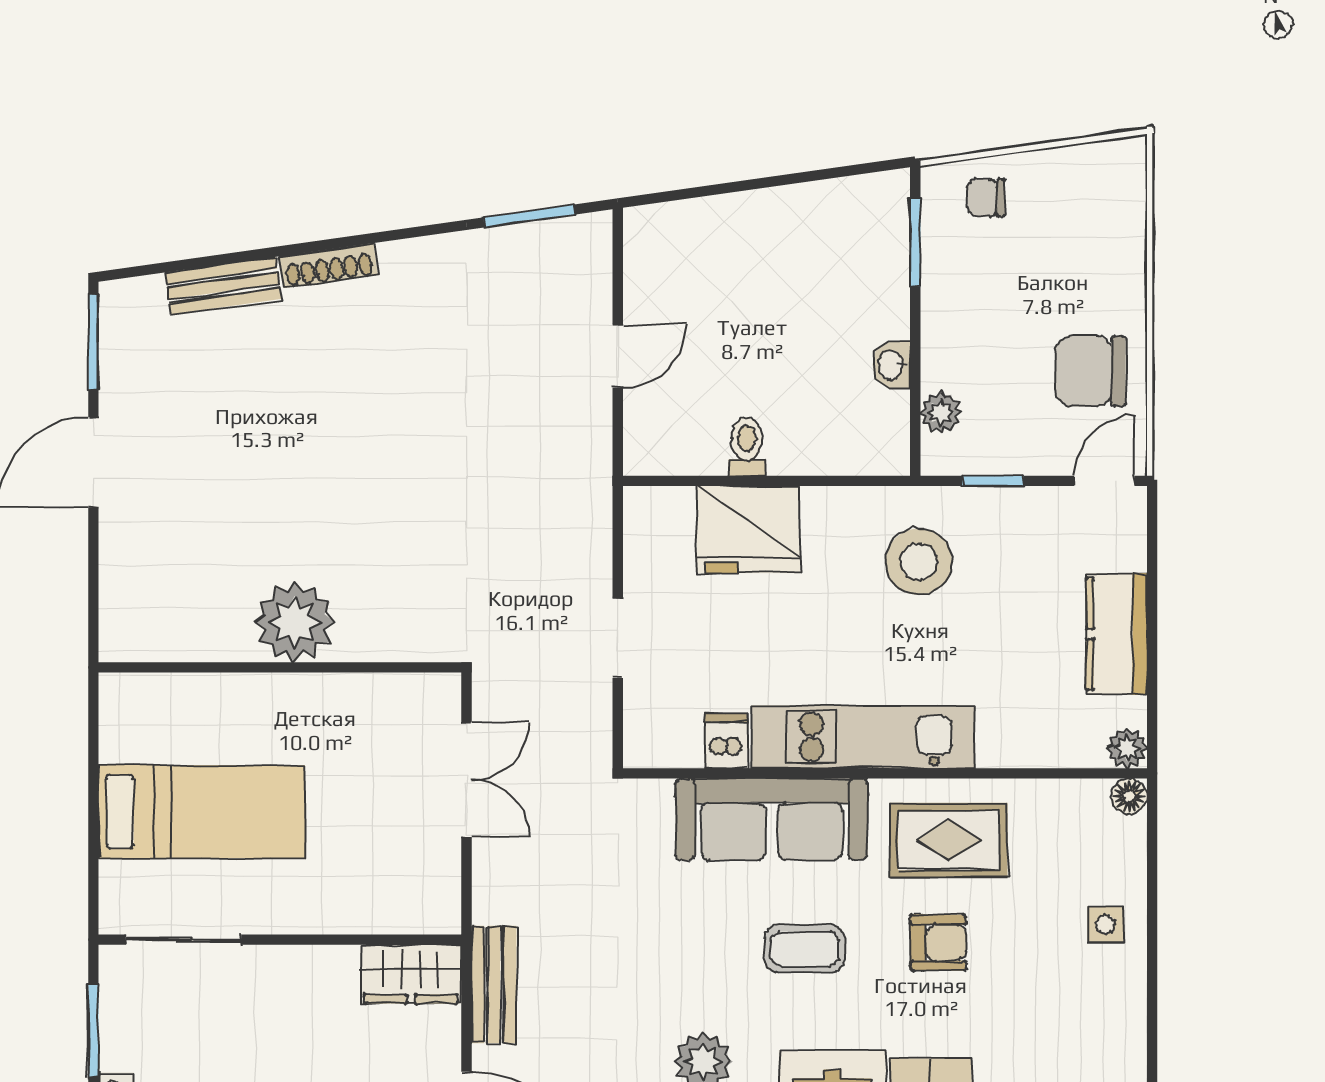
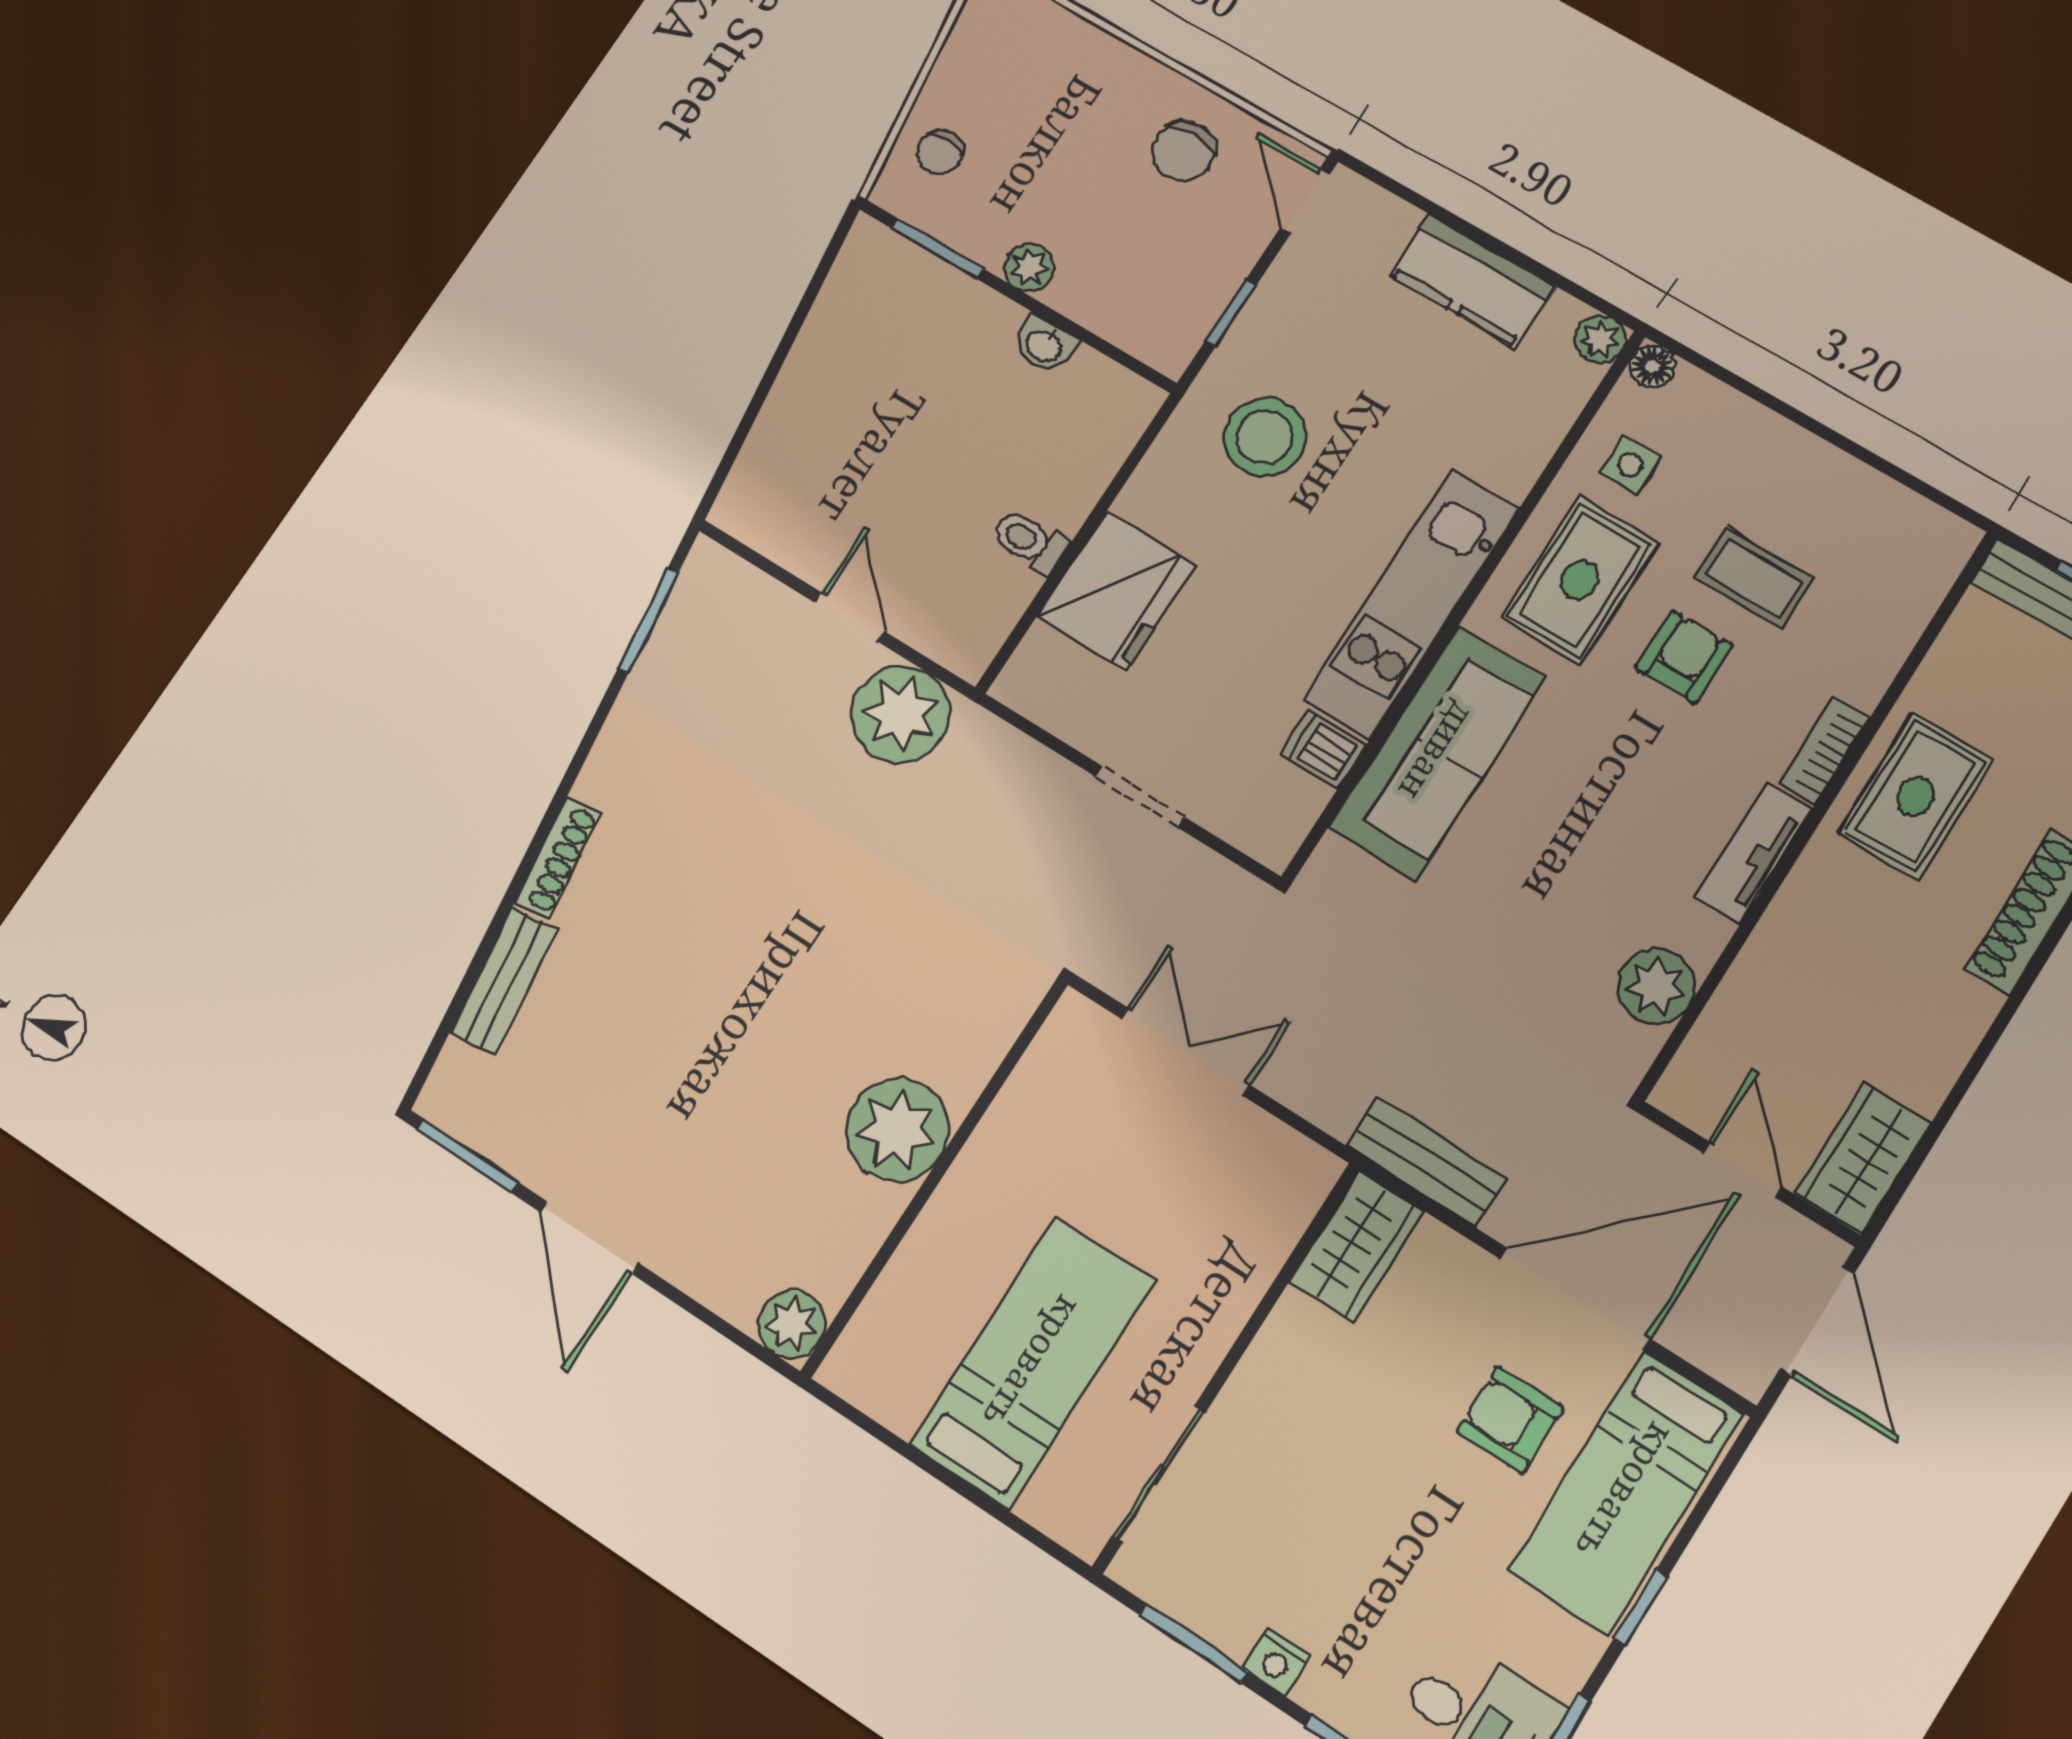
chair: (1090, 371) -> (1184, 151), width x0.73, depth x0.73
plant: (941, 412) -> (1029, 267), moved
plant: (573, 437) -> (901, 714), added
plant: (125, 636) -> (792, 1324), added
side table: (1106, 924) -> (1630, 465), moved
coffee table: (805, 949) -> (1754, 578), moved, turned 90

